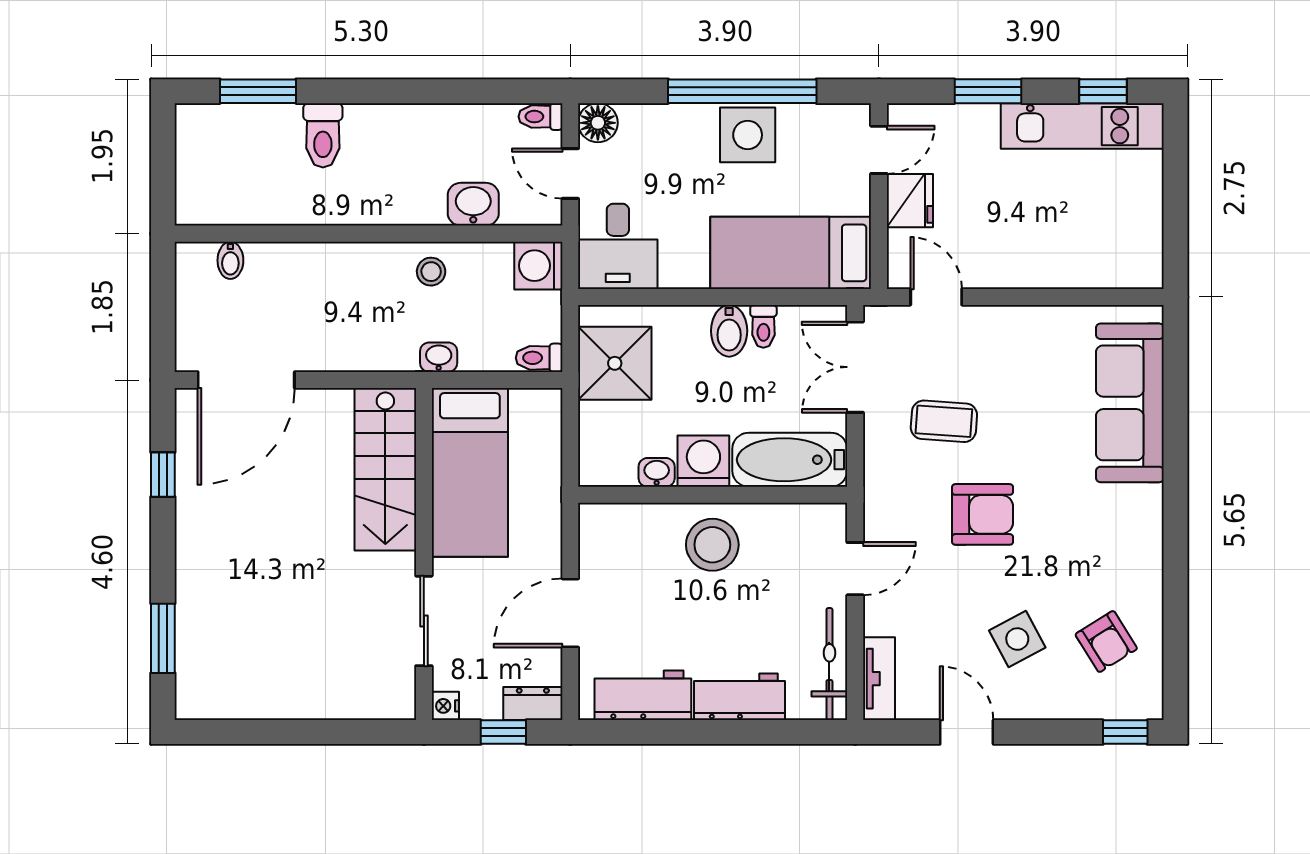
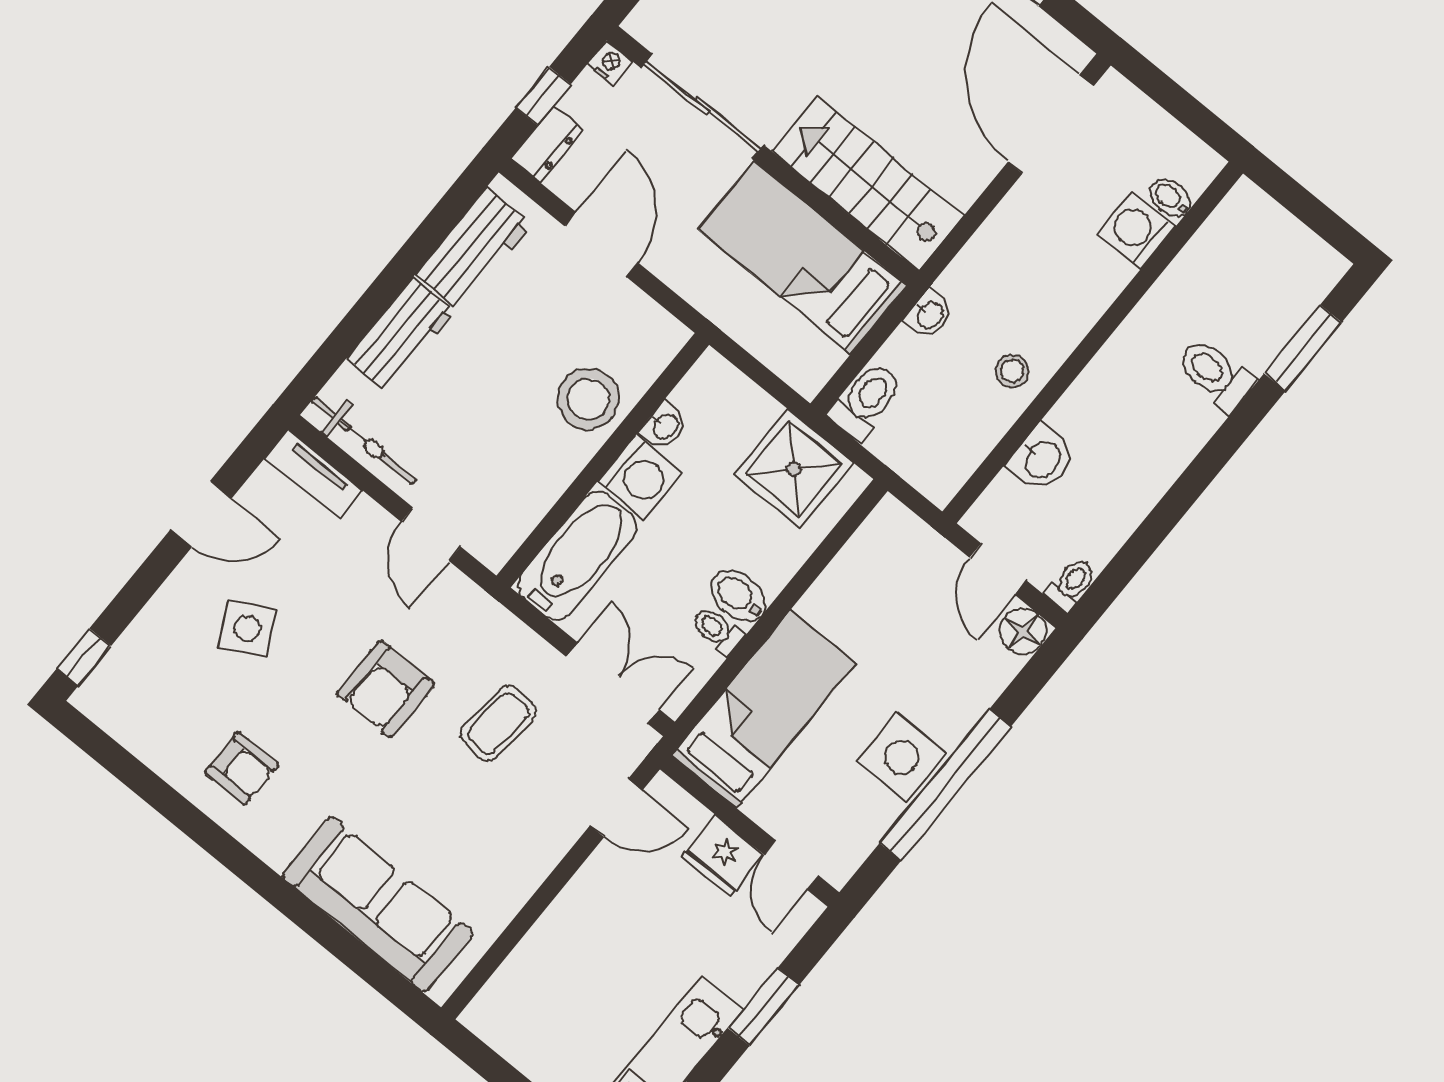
door: (570, 173) -> (998, 569), swing flipped
desk: (618, 246) -> (897, 558), removed
washing machine: (538, 266) -> (1136, 230), moved, turned -90
toilet: (539, 358) -> (866, 401), width x1.37, depth x1.39
stool: (712, 545) -> (588, 399), moved
sliding door: (424, 621) -> (702, 106), width x1.37
armchair: (1106, 642) -> (241, 769), moved, turned -148

